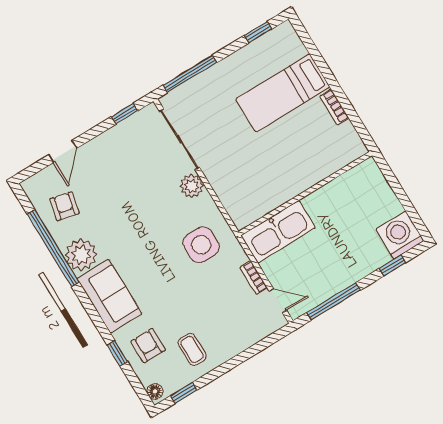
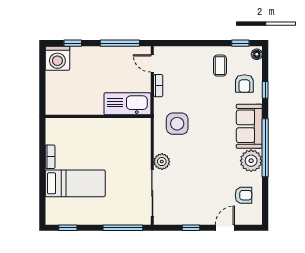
window: (125, 114) -> (191, 228), moved
armchair: (64, 206) -> (243, 195), turned -103
window: (53, 248) -> (265, 148), moved

